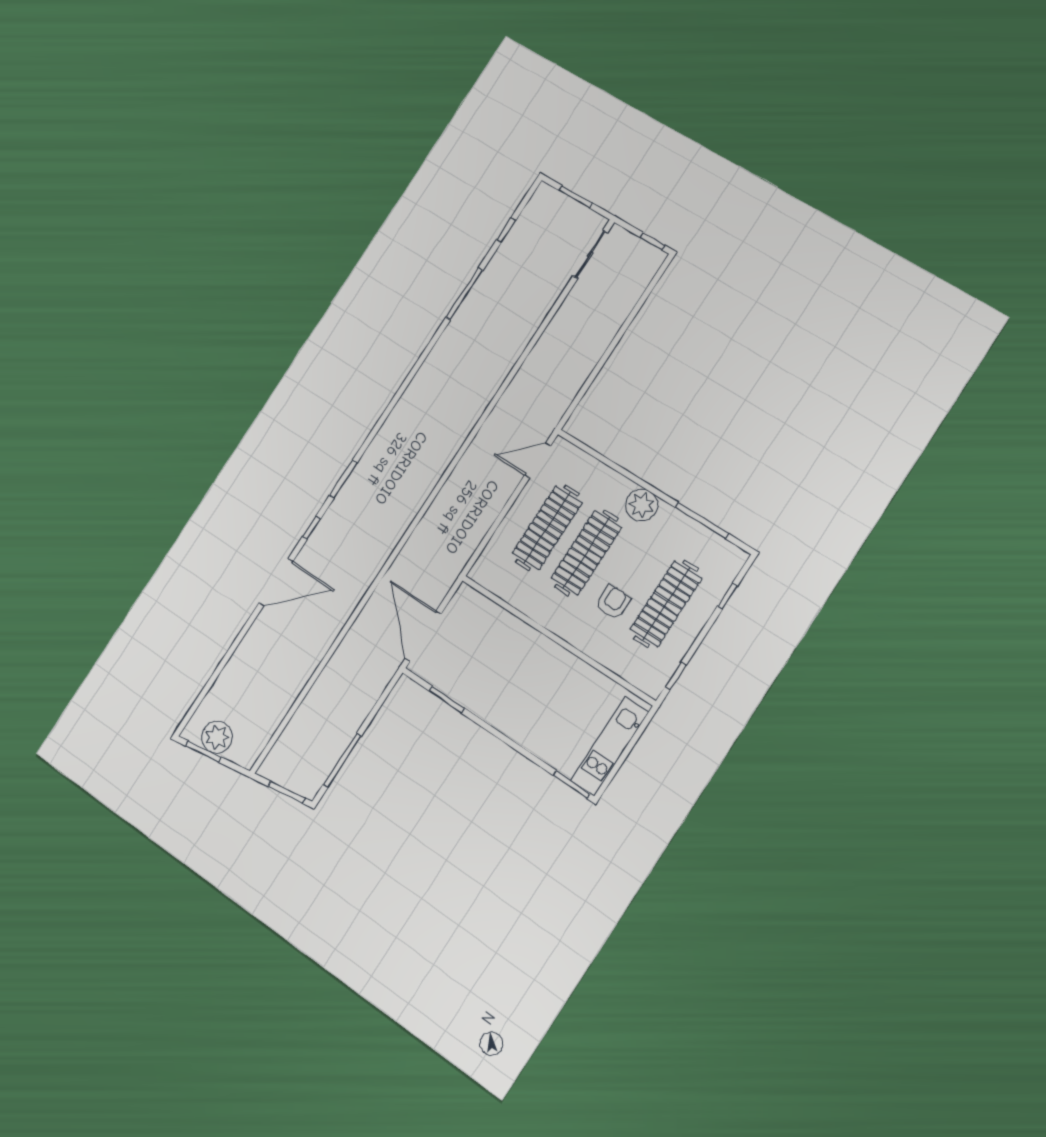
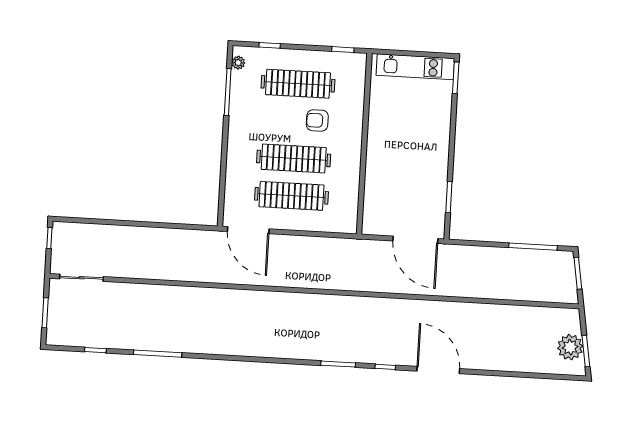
door: (538, 460) -> (248, 230), width x1.36
plant: (642, 505) -> (238, 63), moved, width x0.53, depth x0.53
door: (423, 636) -> (415, 240), hinge flipped

